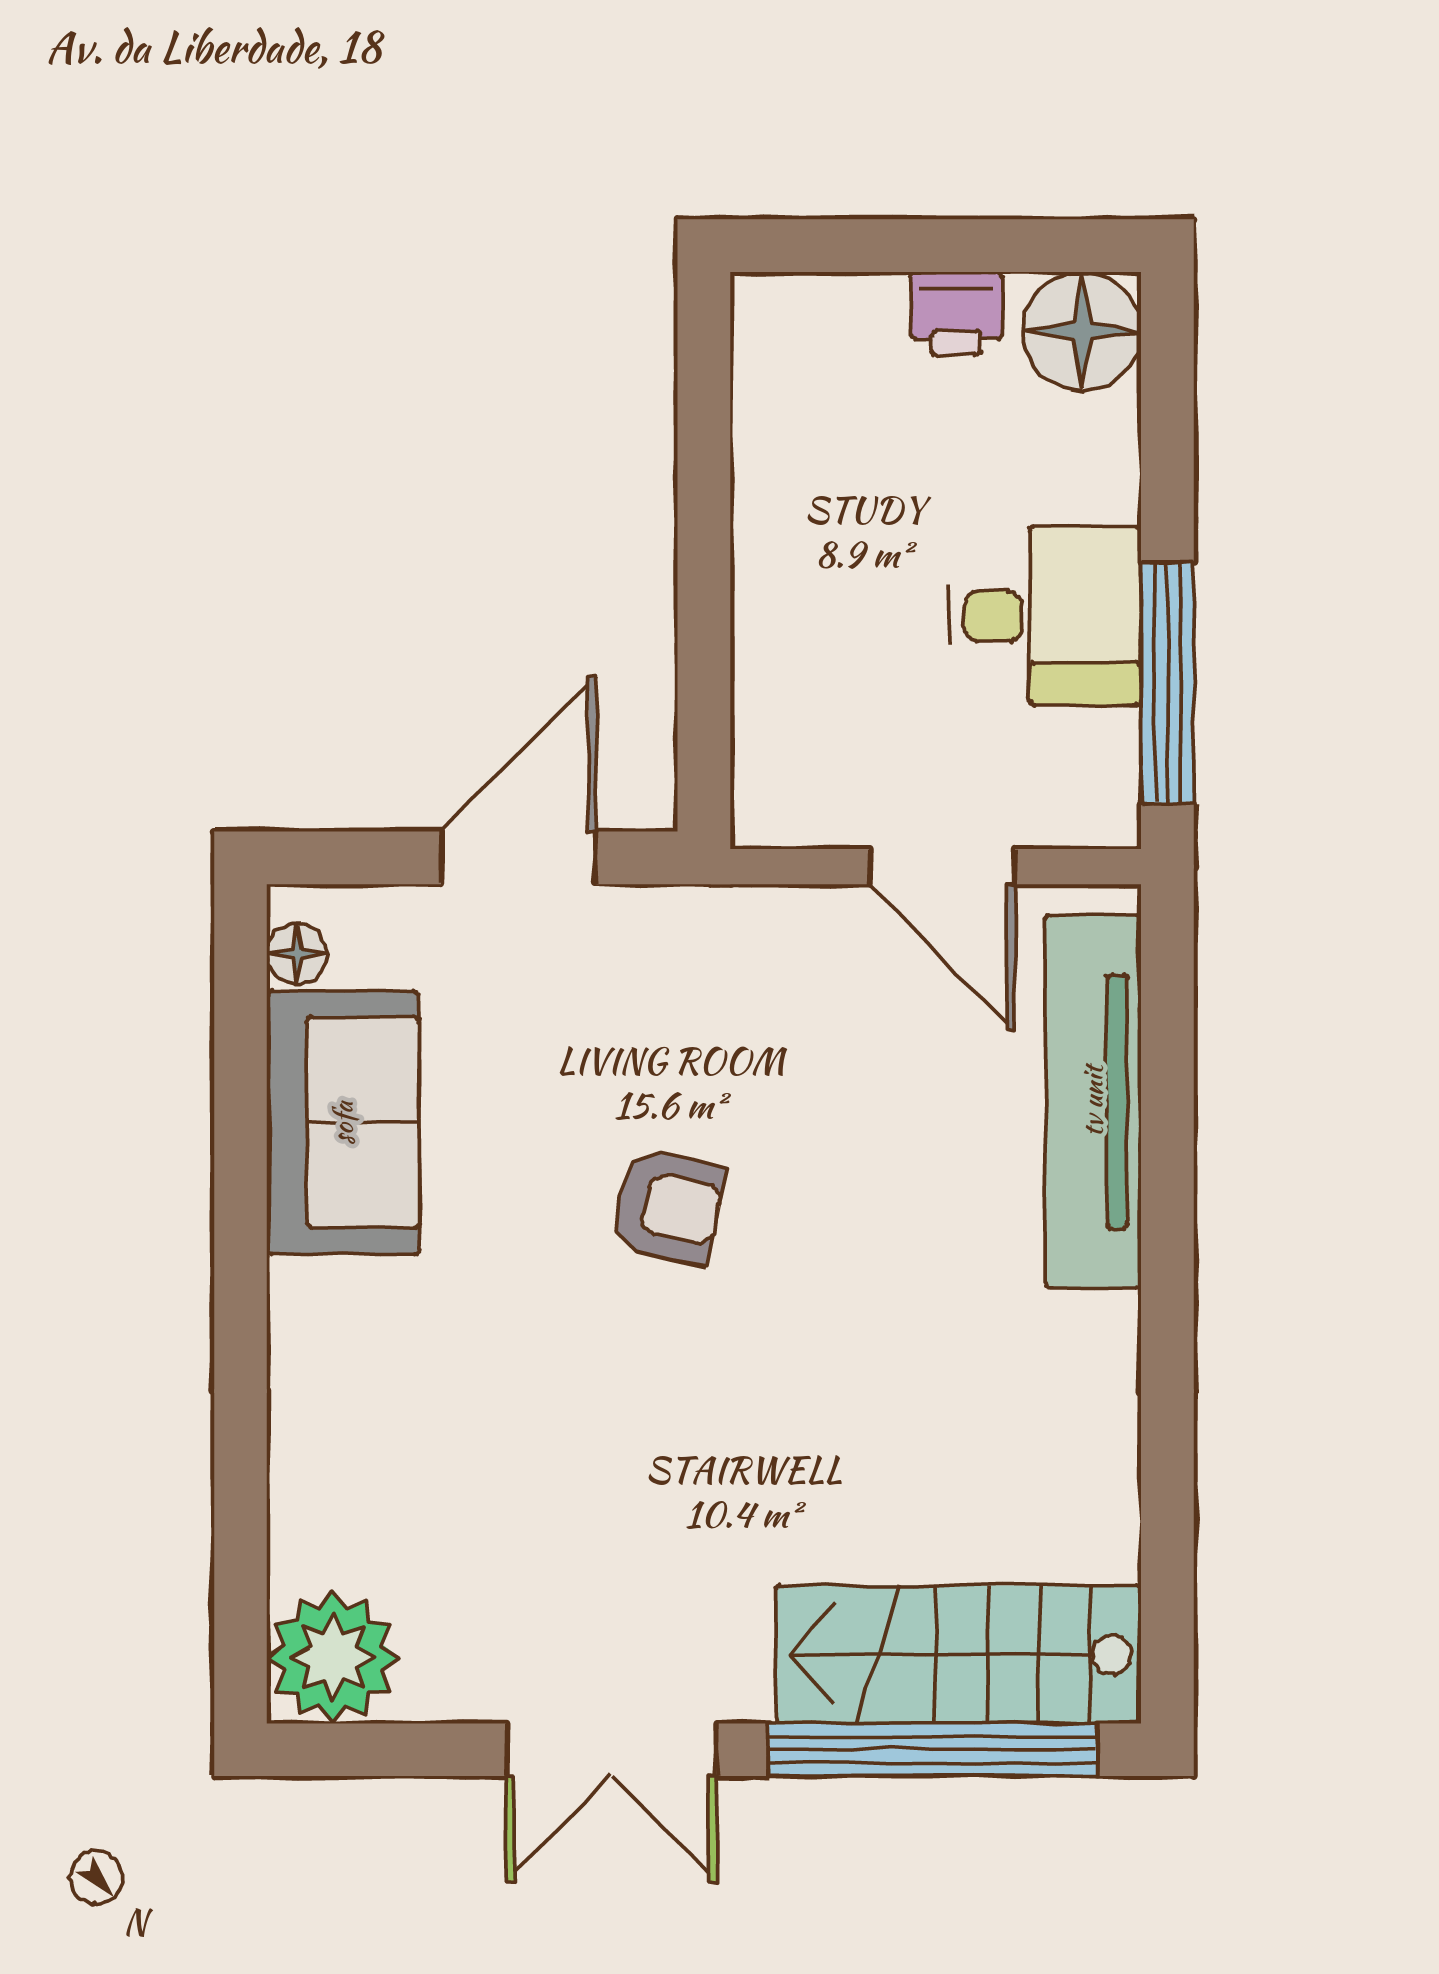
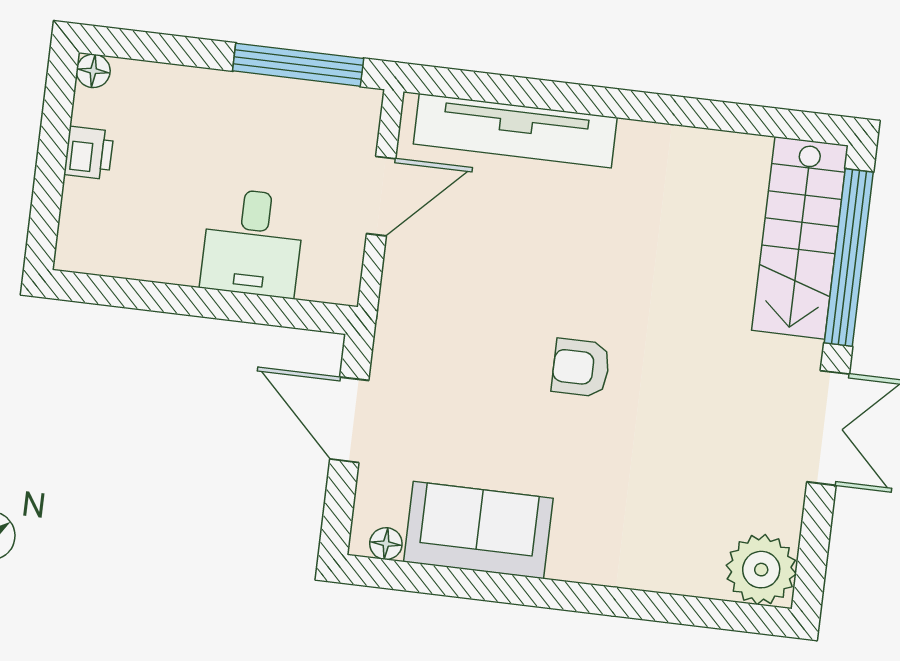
floor lamp: (1082, 331) -> (93, 71), width x0.53, depth x0.53
desk: (1045, 616) -> (253, 243), moved, turned 180
armchair: (668, 1206) -> (581, 368), moved, turned -103

